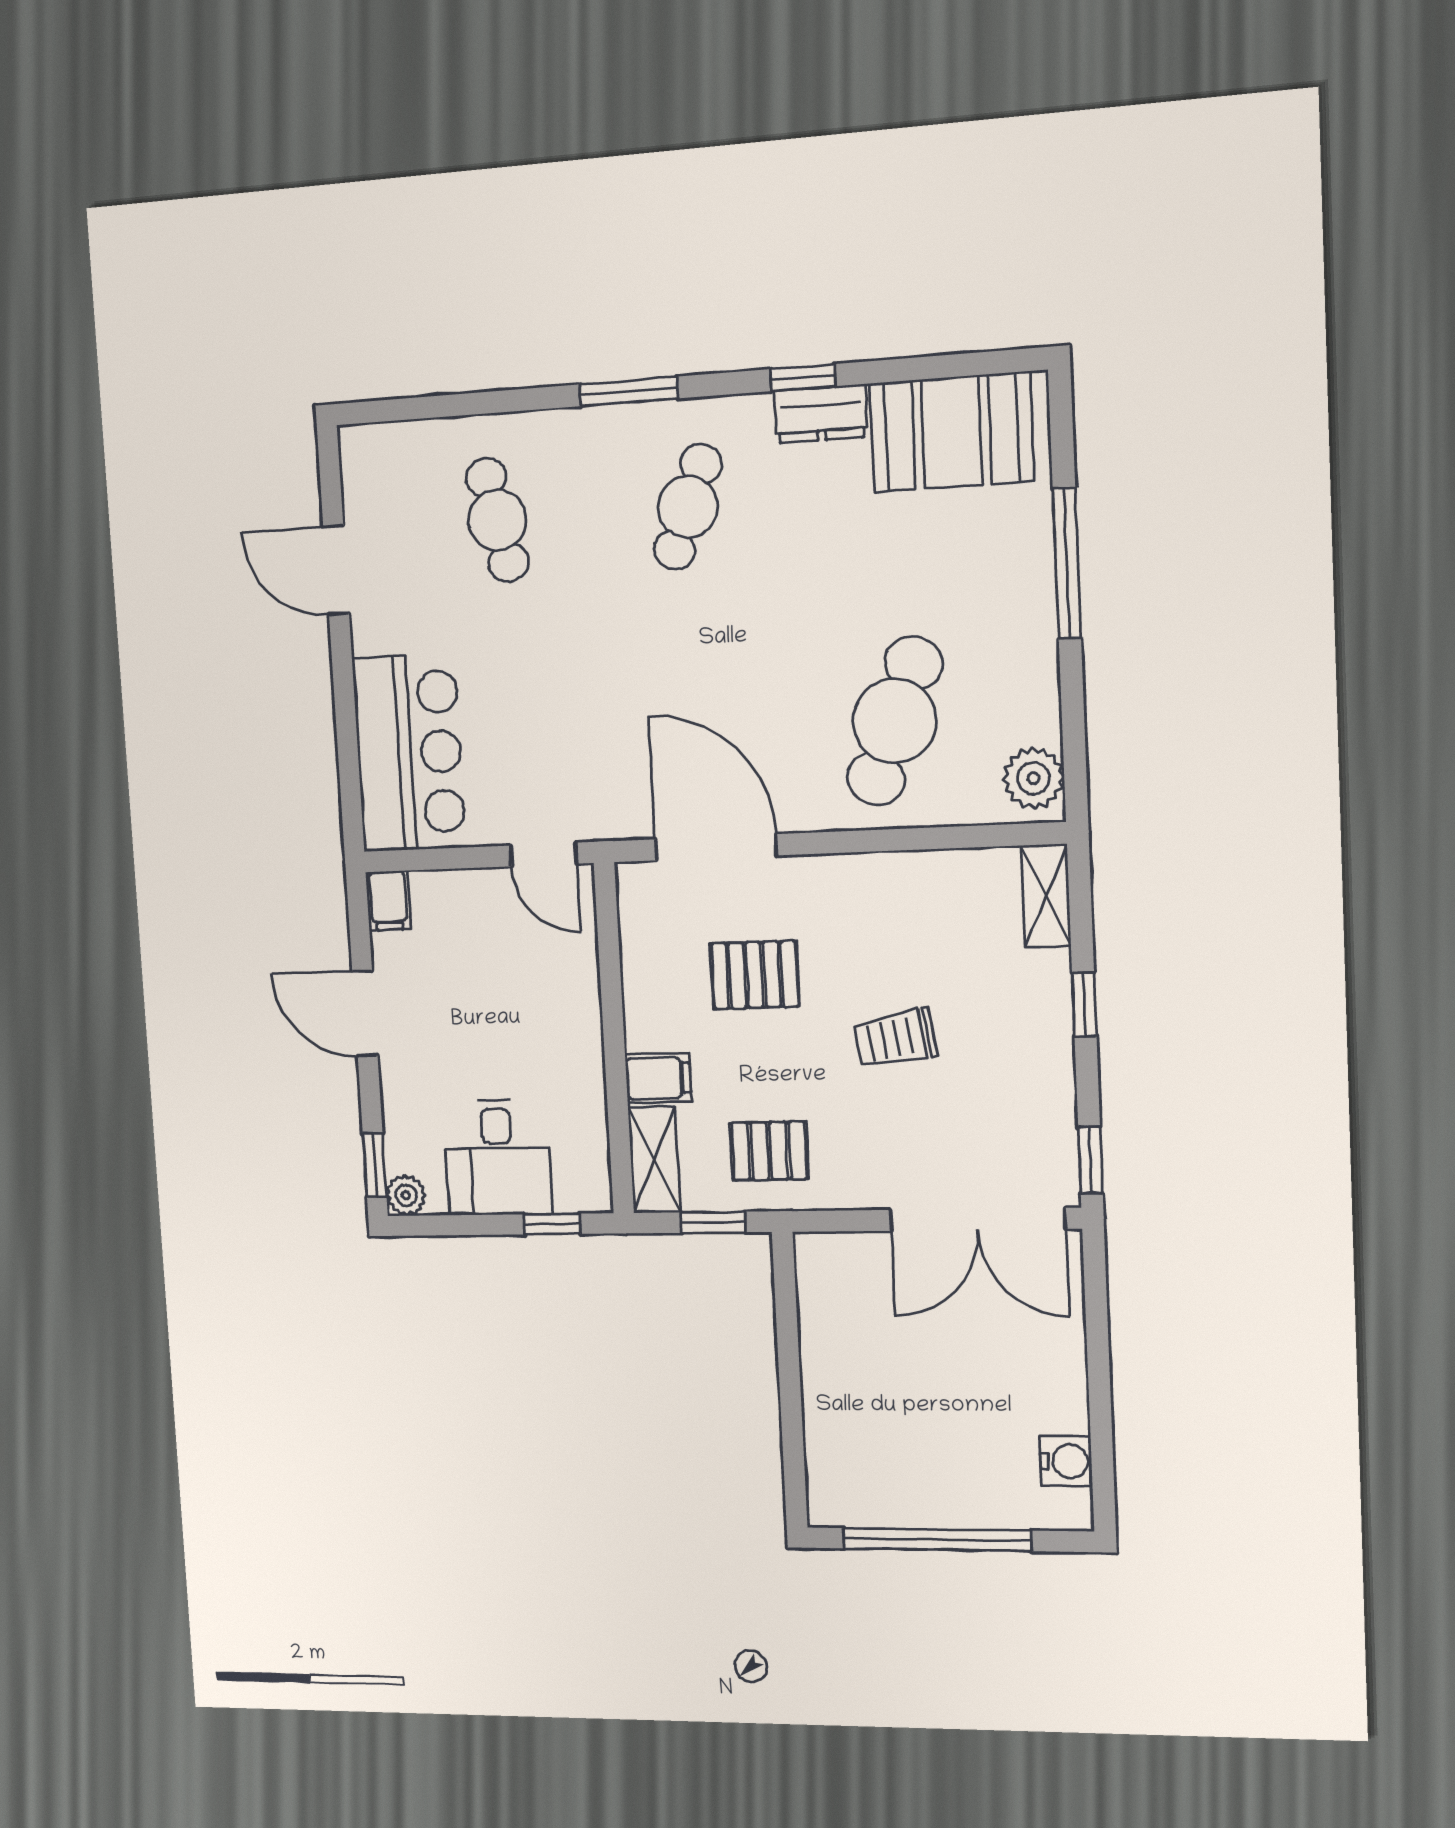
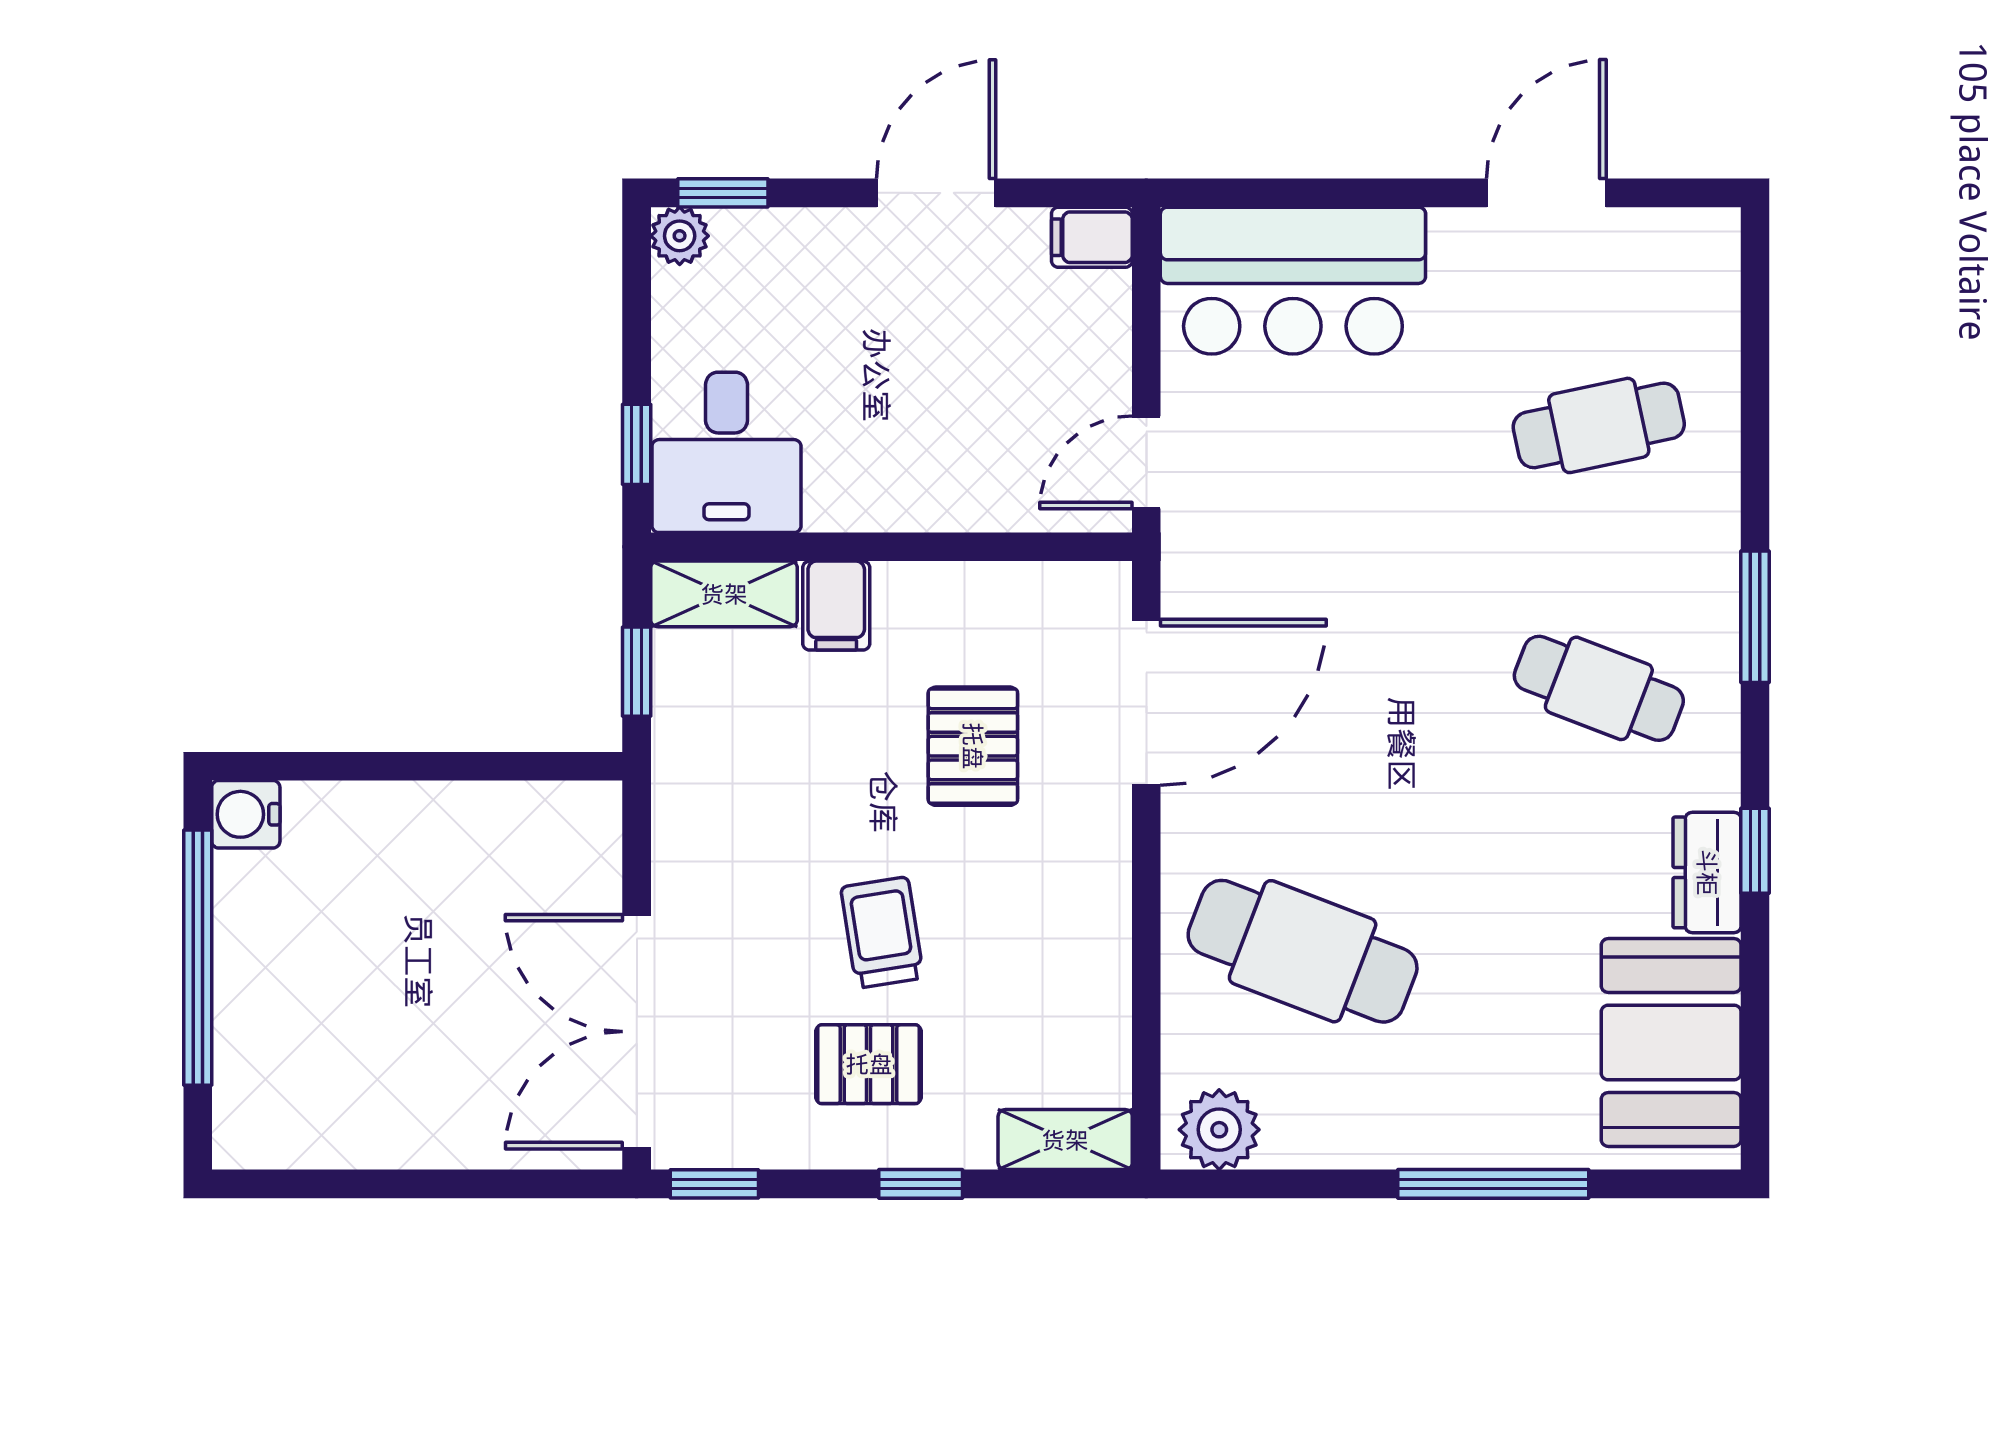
pallet: (769, 1151) -> (869, 1064), moved, turned 90
desk: (498, 1157) -> (727, 452), moved, turned -90
water cooler: (1066, 1461) -> (246, 814), moved, turned 90

